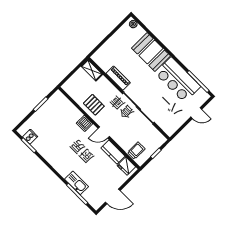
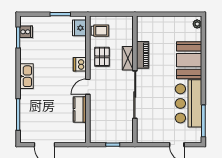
shelving: (92, 70) -> (128, 58), moved
door: (104, 132) -> (88, 87), hinge flipped
trolley: (136, 151) -> (100, 31), moved
fridge: (126, 166) -> (79, 28), moved
kitchen sink: (77, 183) -> (26, 76), moved

